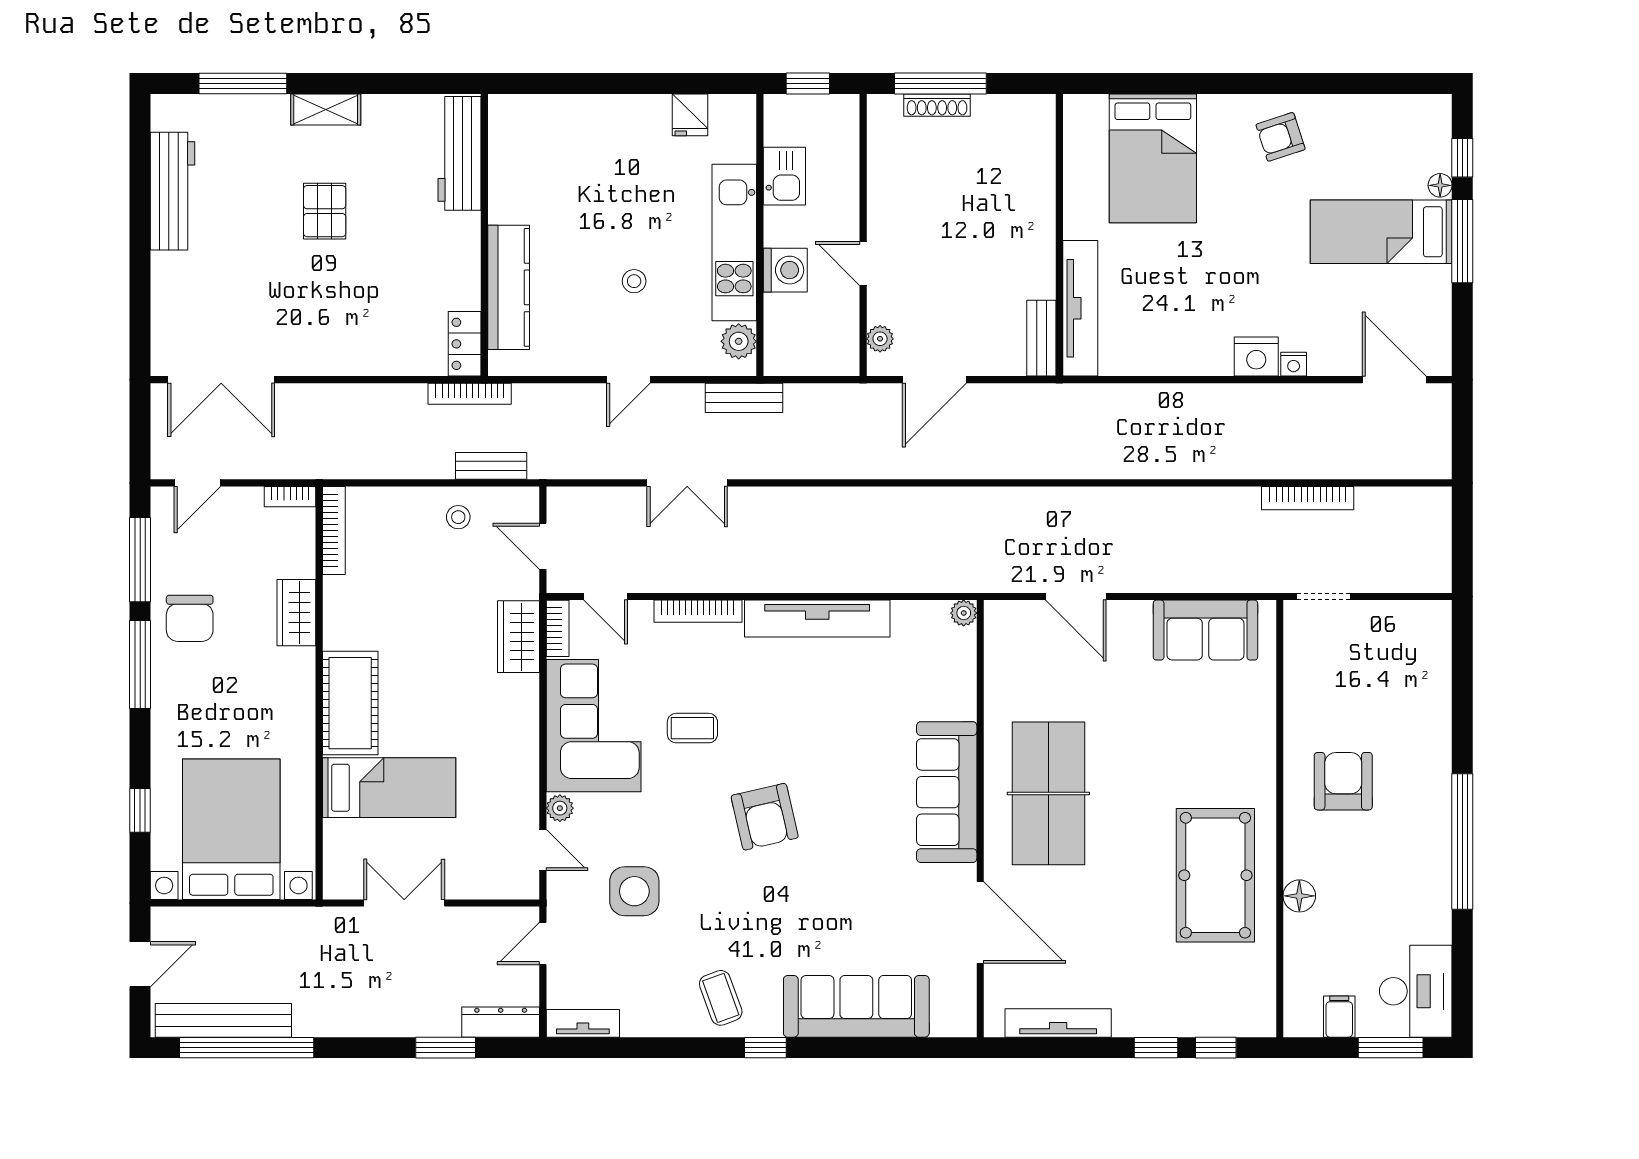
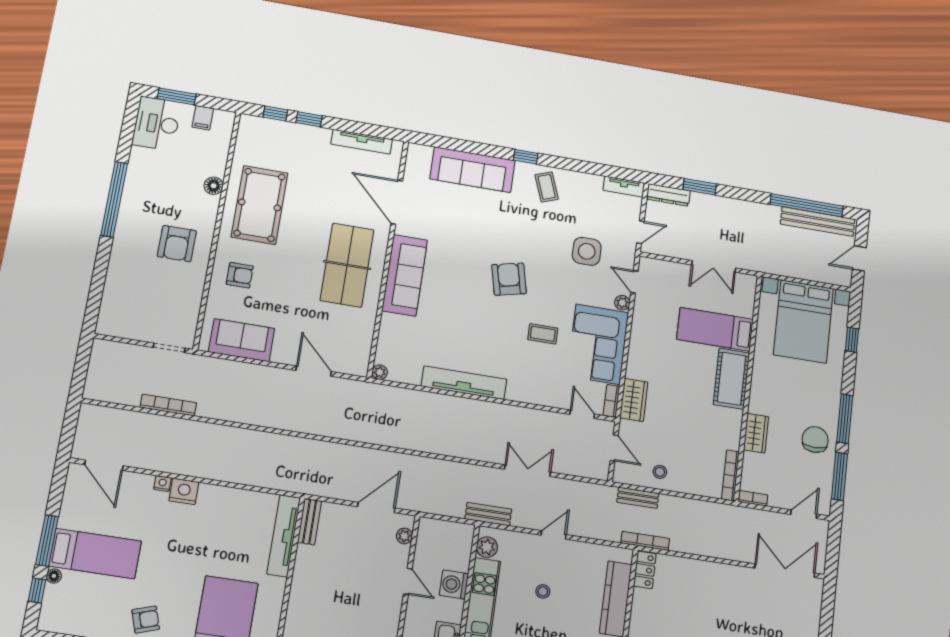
bookcase: (698, 611) -> (531, 398), removed
armchair: (1228, 744) -> (240, 275), added

